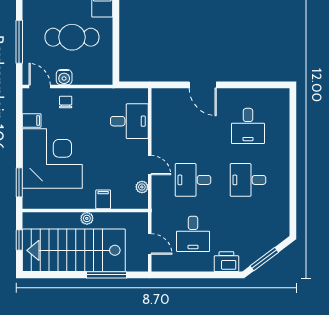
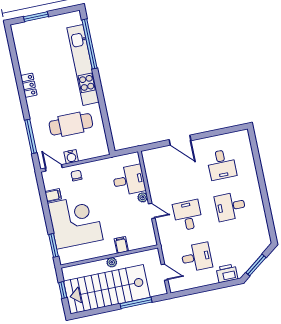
desk: (193, 180) -> (188, 215), turned 90
plant: (142, 187) -> (143, 197), moved
desk: (193, 234) -> (197, 257), turned -90

